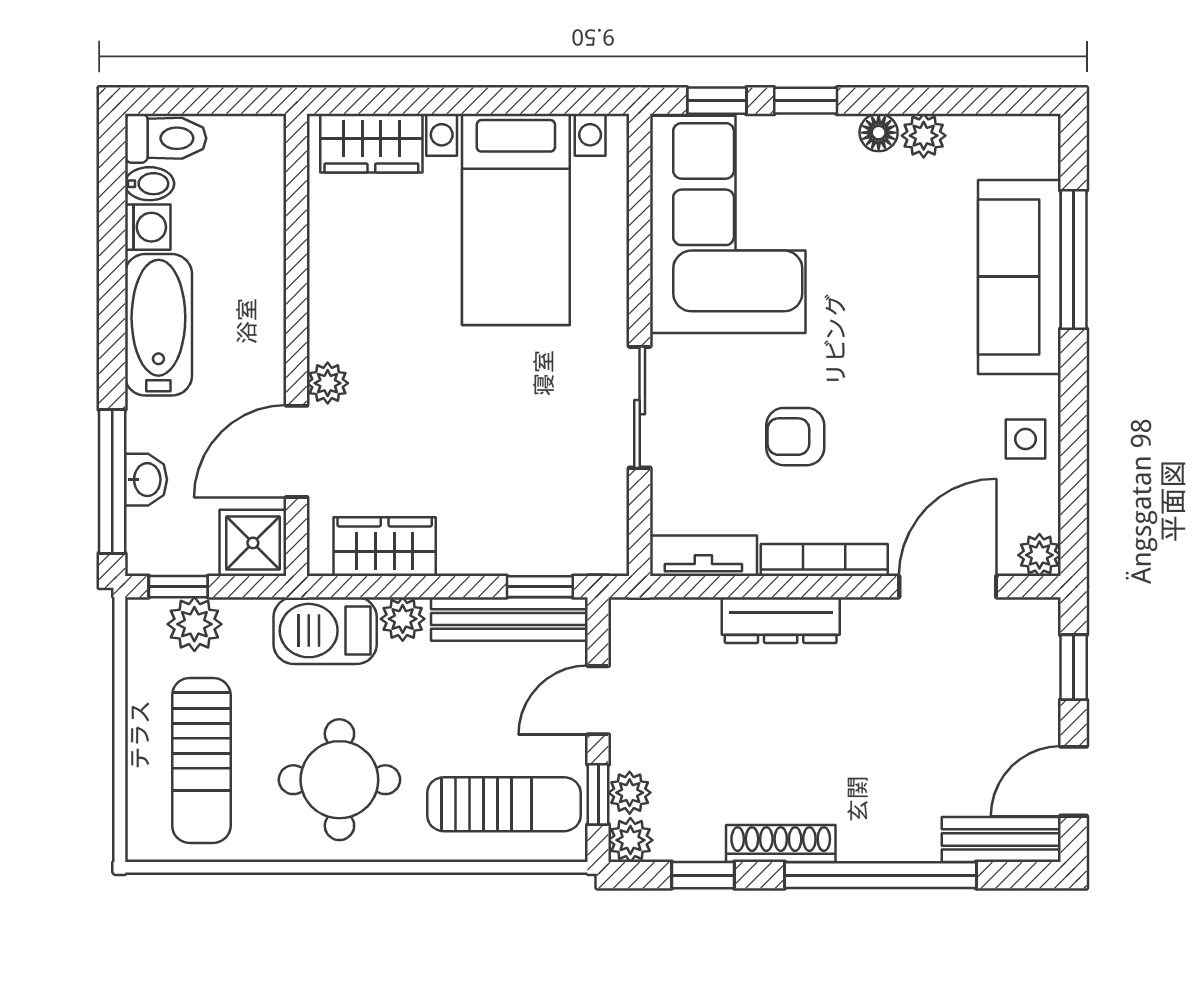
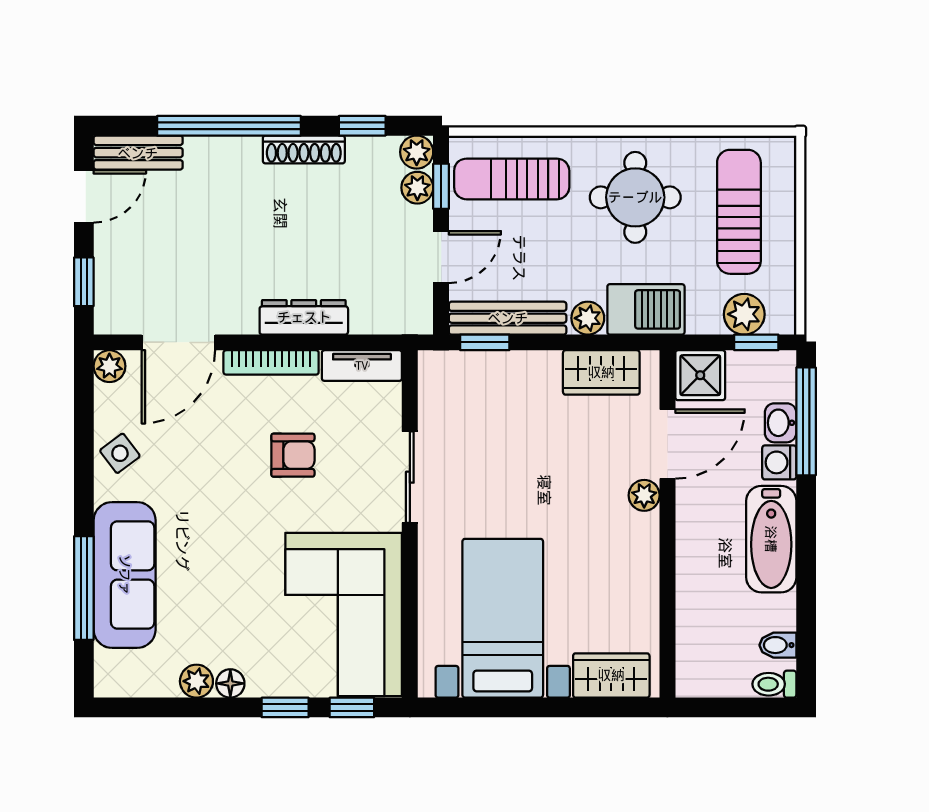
toilet: (166, 138) -> (774, 684), width x0.73, depth x0.72
washing machine: (148, 227) -> (779, 462), moved
side table: (1025, 439) -> (120, 453), turned -37

